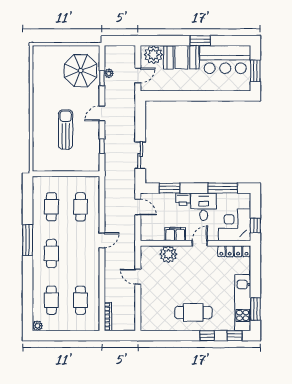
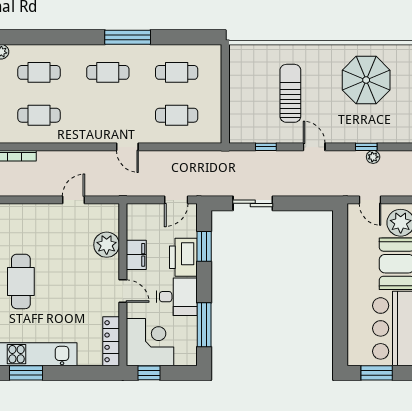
parasol: (81, 71) -> (366, 80), moved
sun lounger: (66, 130) -> (290, 93), turned -90
printer: (183, 199) -> (183, 257), width x1.87, depth x1.48

